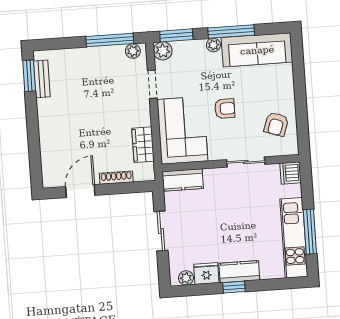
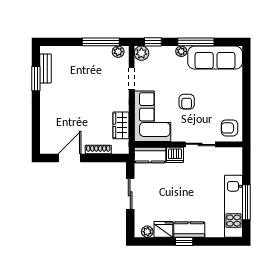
window: (176, 35) -> (153, 42), width x0.67
window: (29, 76) -> (36, 79), moved
armchair: (225, 109) -> (187, 102), turned 90
armchair: (276, 124) -> (229, 128), moved, turned 71
dishwasher: (291, 173) -> (175, 155), moved, turned -90

